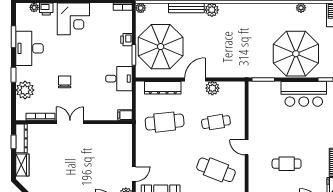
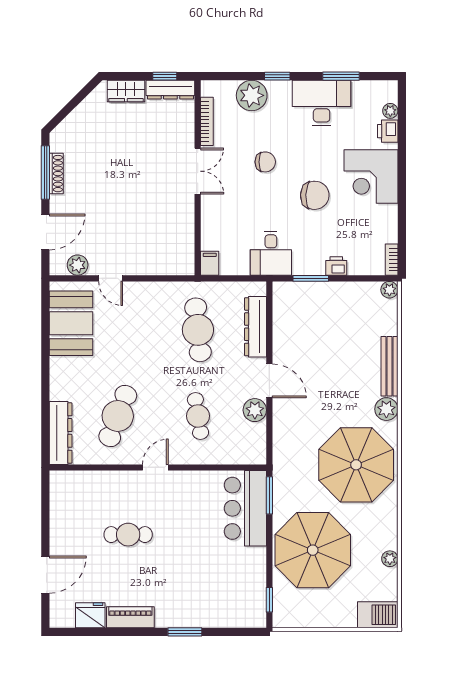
parasol: (161, 47) -> (356, 465), moved
chair: (84, 52) -> (315, 195), added
bar counter: (304, 94) -> (245, 508), moved
cafe table: (287, 164) -> (128, 535), turned 90

